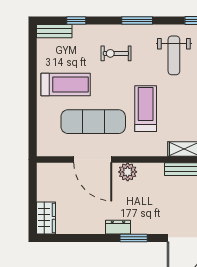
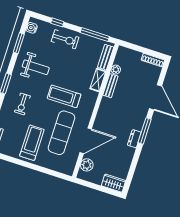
plant: (128, 172) -> (87, 165), moved
window: (134, 238) -> (145, 131), width x1.44

